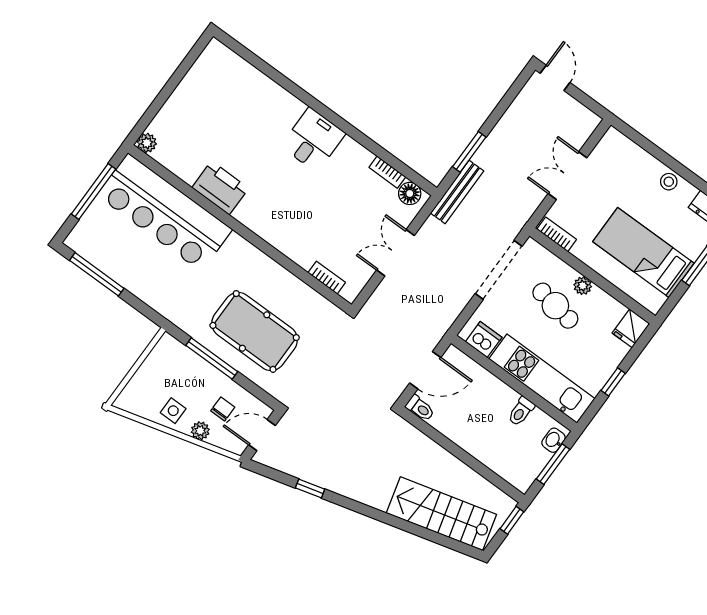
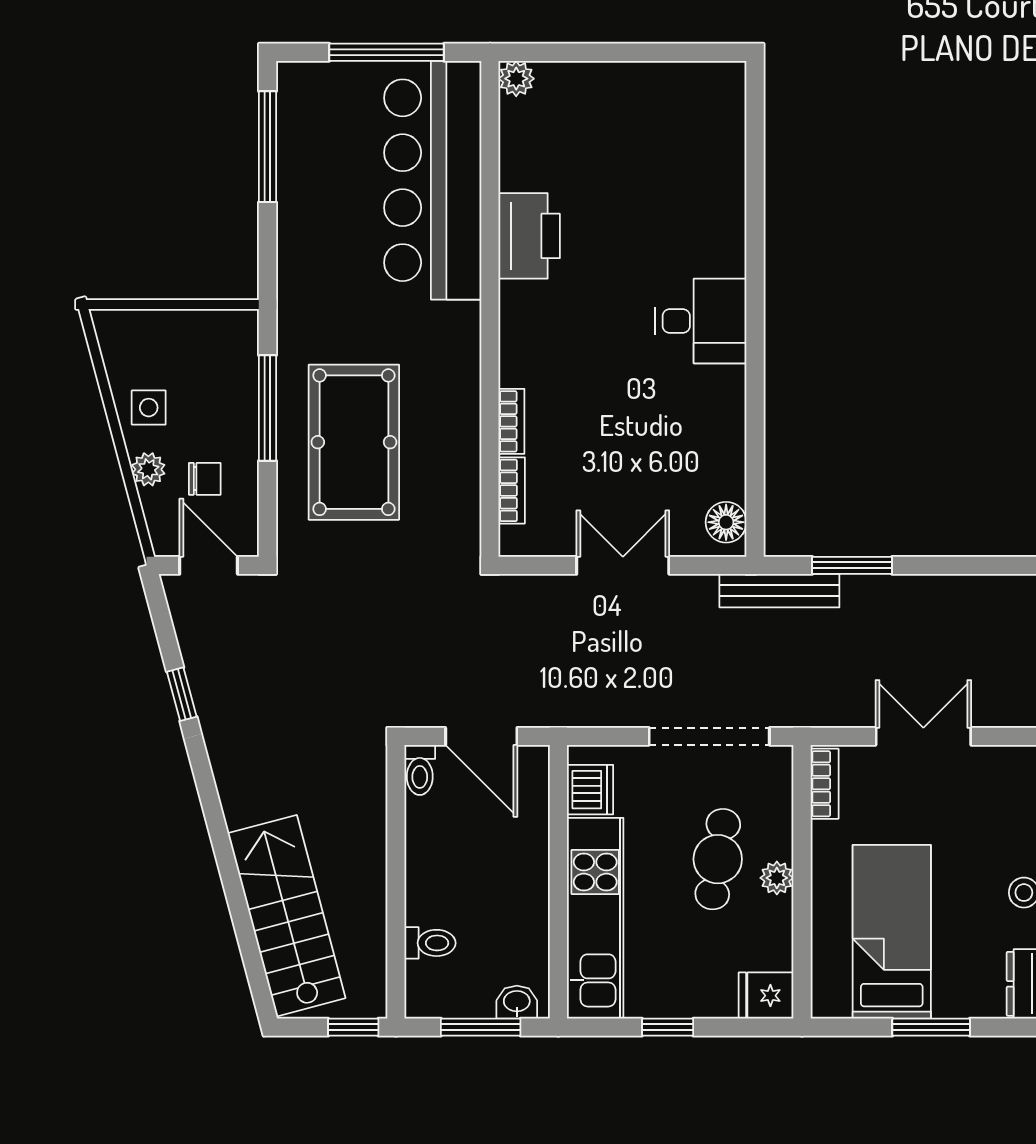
bookcase: (387, 172) -> (511, 421), moved, turned 180
toilet: (521, 411) -> (430, 943), moved, turned 180

